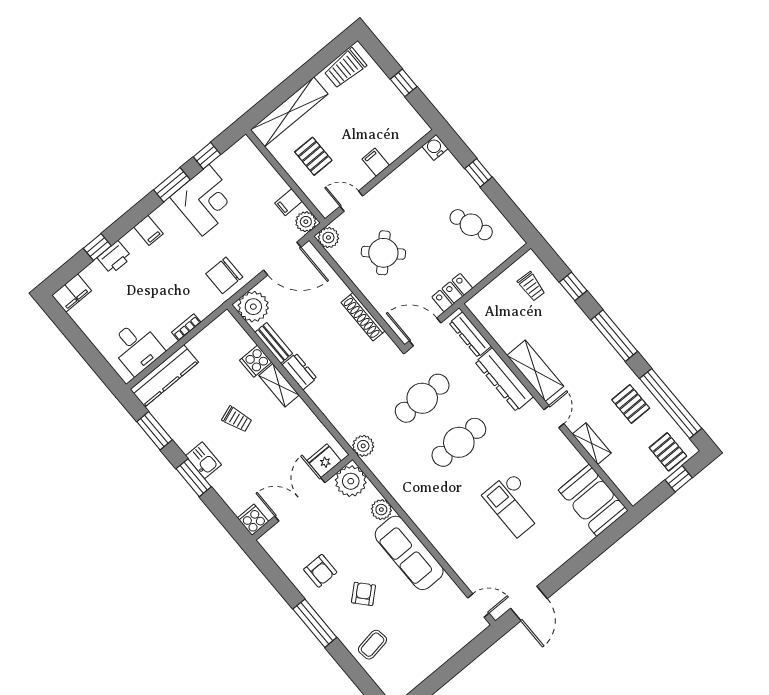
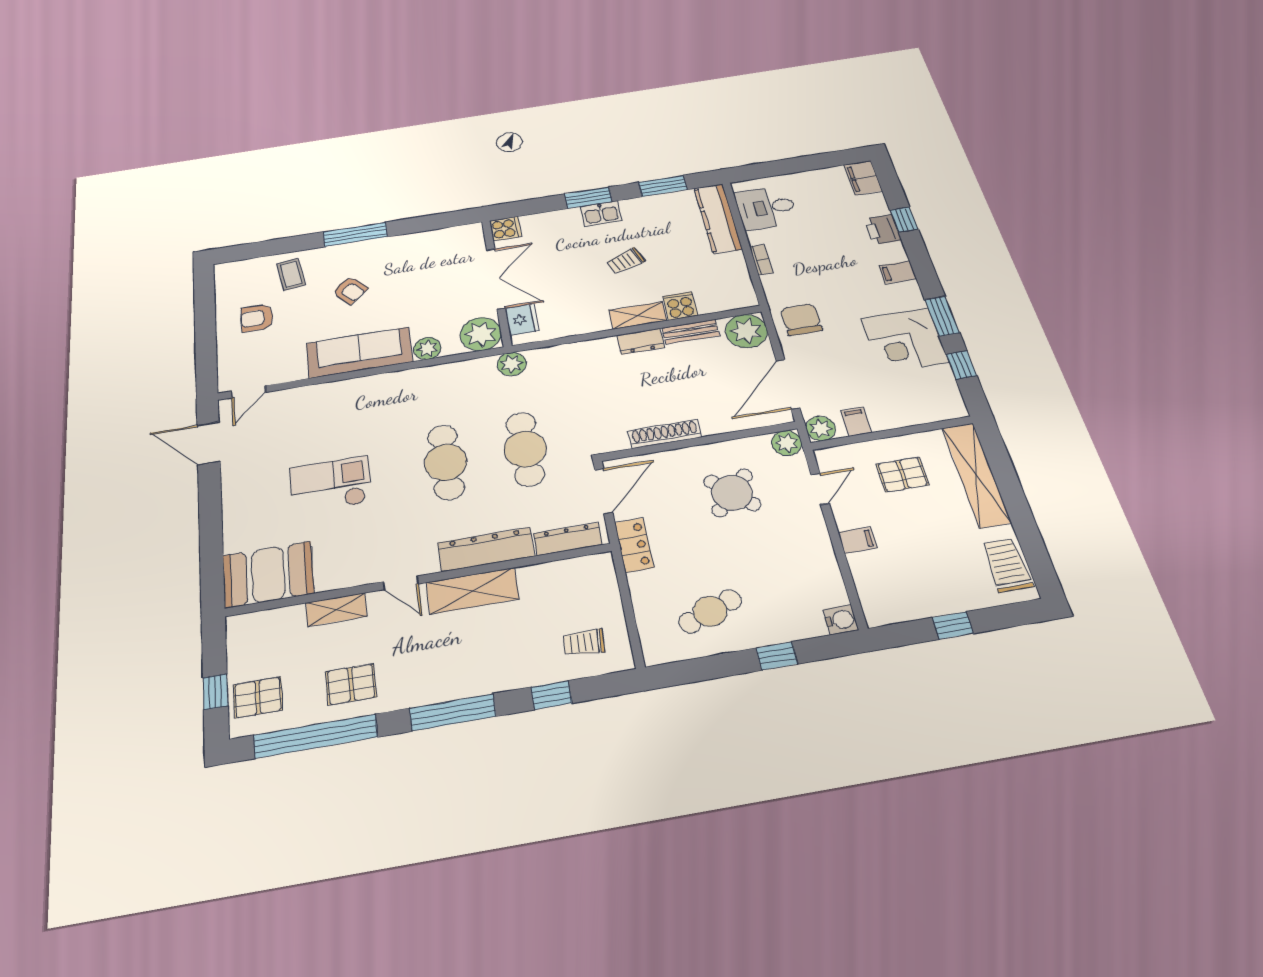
armchair: (320, 571) -> (257, 318), moved

